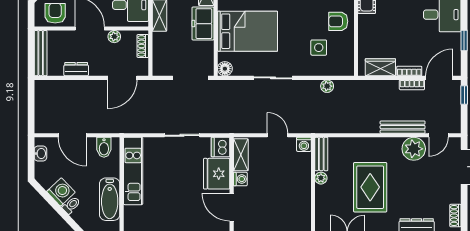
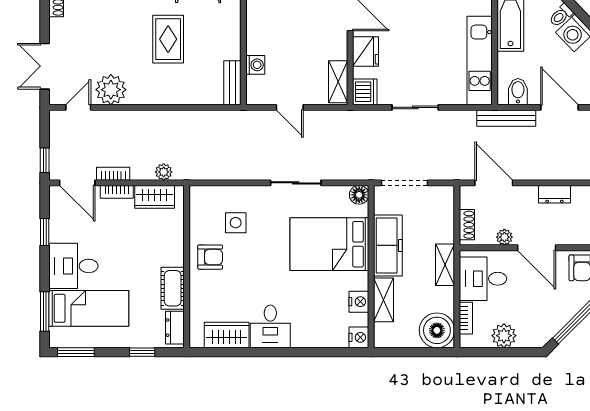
freezer: (203, 24) -> (388, 245), width x1.40
door: (122, 78) -> (494, 183), hinge flipped
door: (439, 78) -> (77, 183), hinge flipped
plant: (327, 86) -> (164, 172), moved
bench: (403, 127) -> (506, 118), moved
washing machine: (304, 144) -> (255, 65), moved, turned 90
fridge: (217, 174) -> (365, 52), width x0.73, depth x0.75
plant: (321, 178) -> (233, 51), removed
washing machine: (240, 179) -> (339, 50), removed
rug: (370, 187) -> (168, 39), width x0.73, depth x0.70

